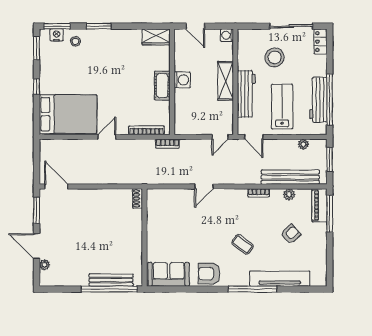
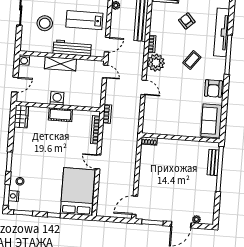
plant: (289, 194) -> (156, 63), moved, width x1.87, depth x1.87
bench: (111, 280) -> (213, 162), width x0.73

